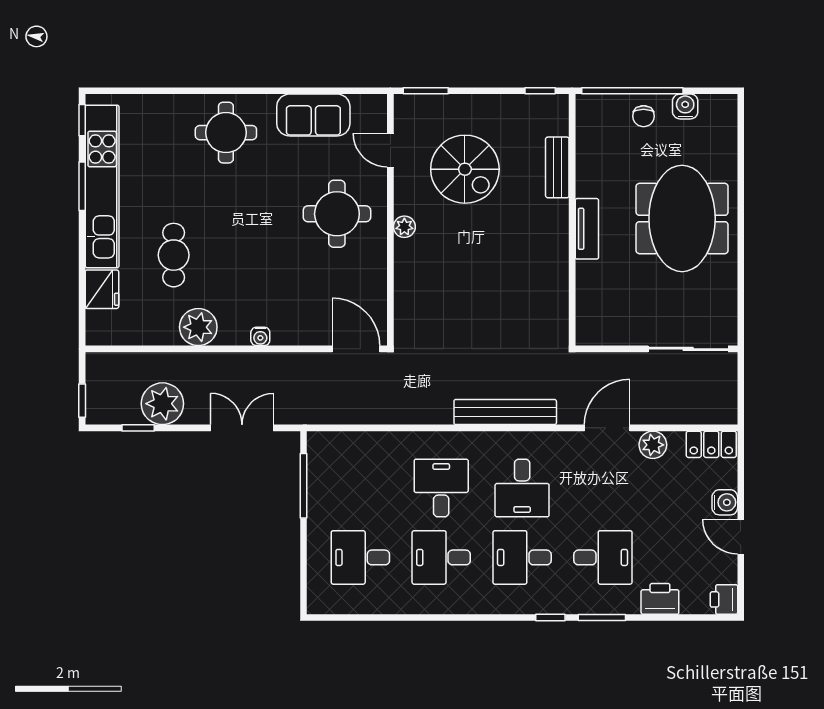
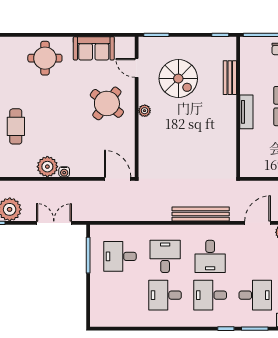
round table: (337, 214) -> (107, 103), turned 38
plant: (198, 327) -> (47, 167), moved
desk: (360, 557) -> (120, 256), moved

